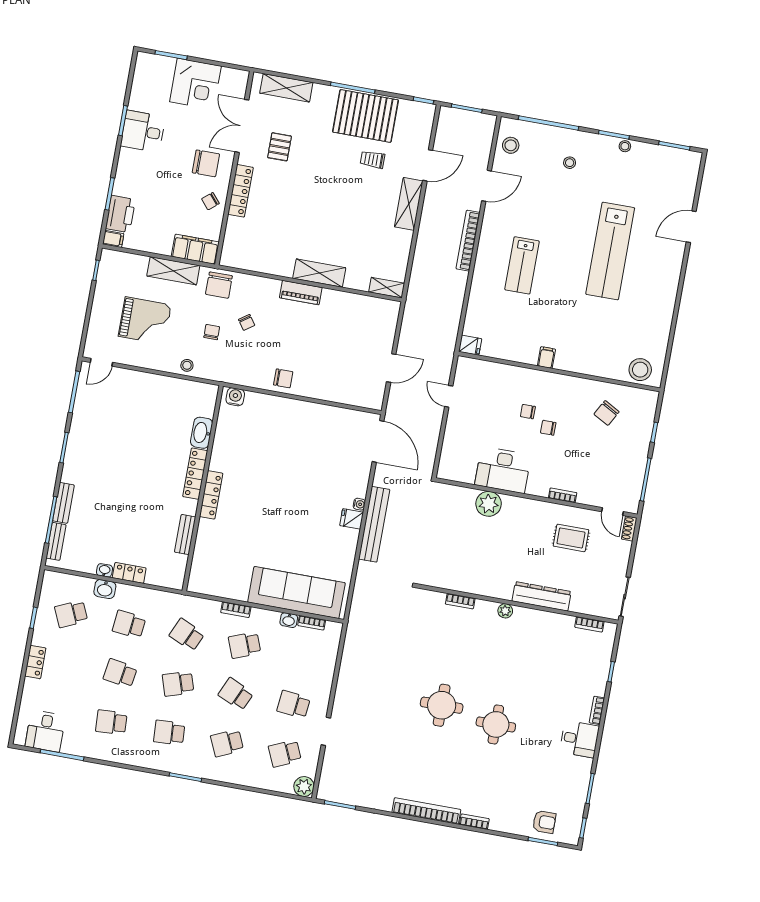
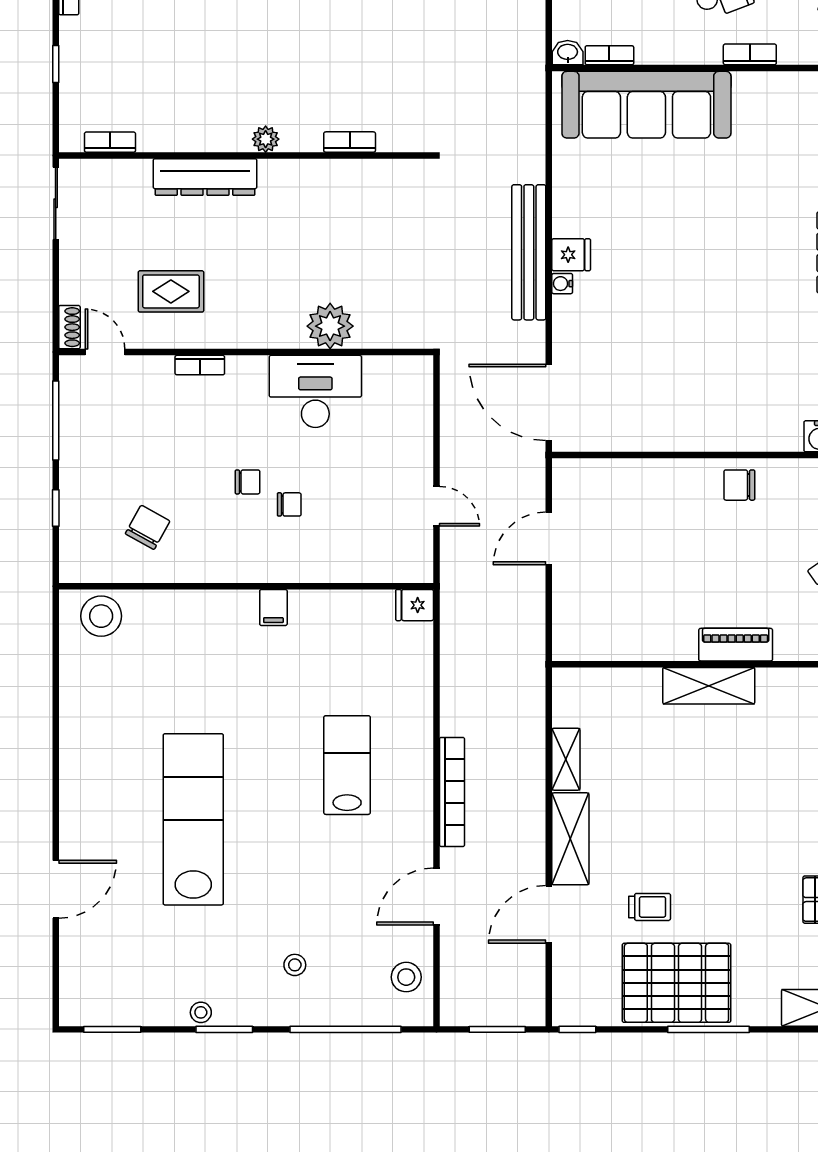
shelving: (387, 288) -> (566, 759), moved, turned 90
washbasin: (289, 620) -> (568, 53), moved

